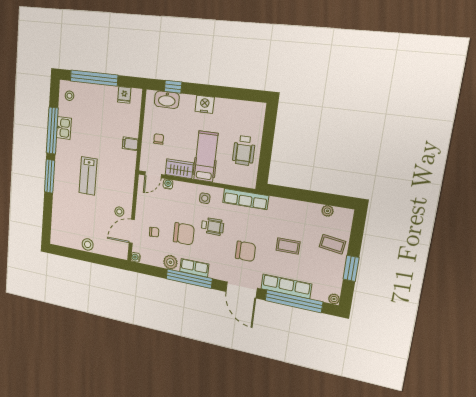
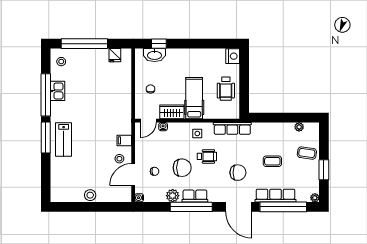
nightstand: (205, 104) -> (233, 56), moved, turned 90
filing cabinet: (130, 144) -> (124, 140), moved
lab bench: (88, 176) -> (64, 140), moved

